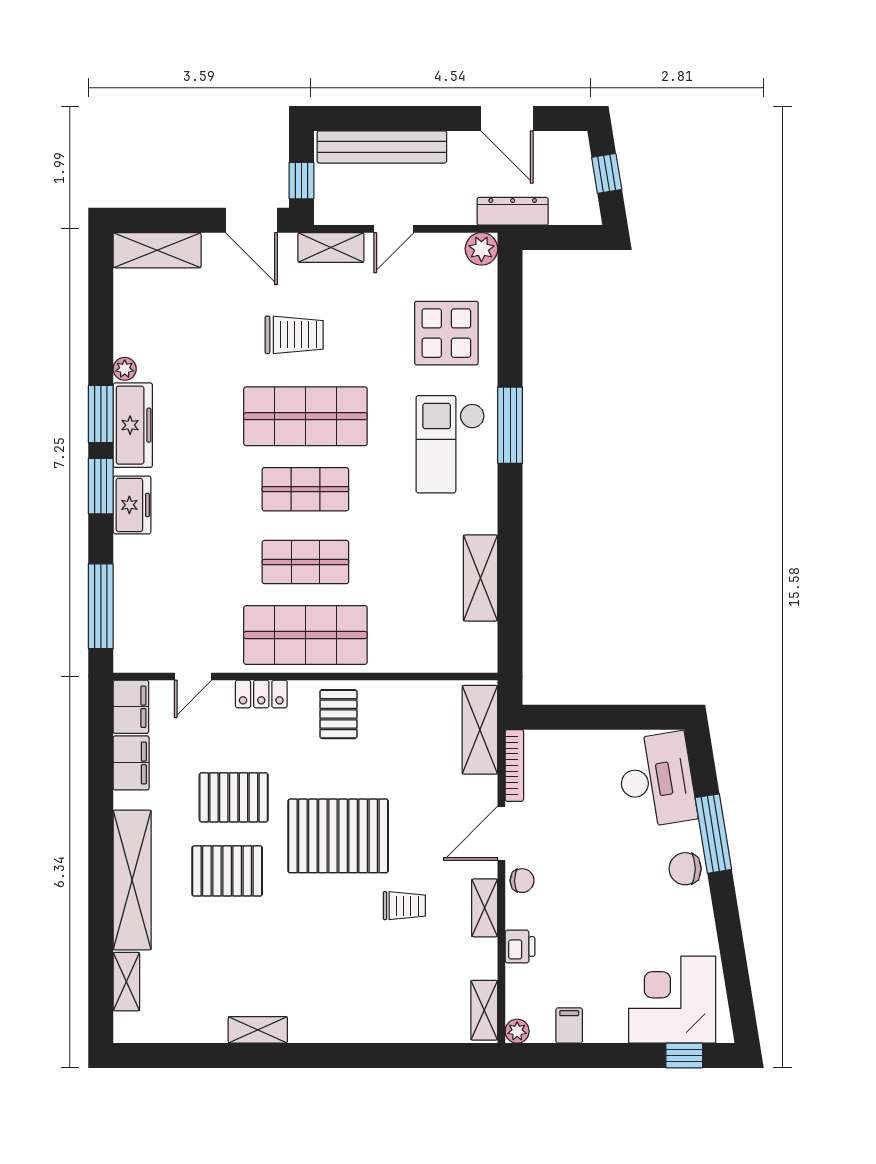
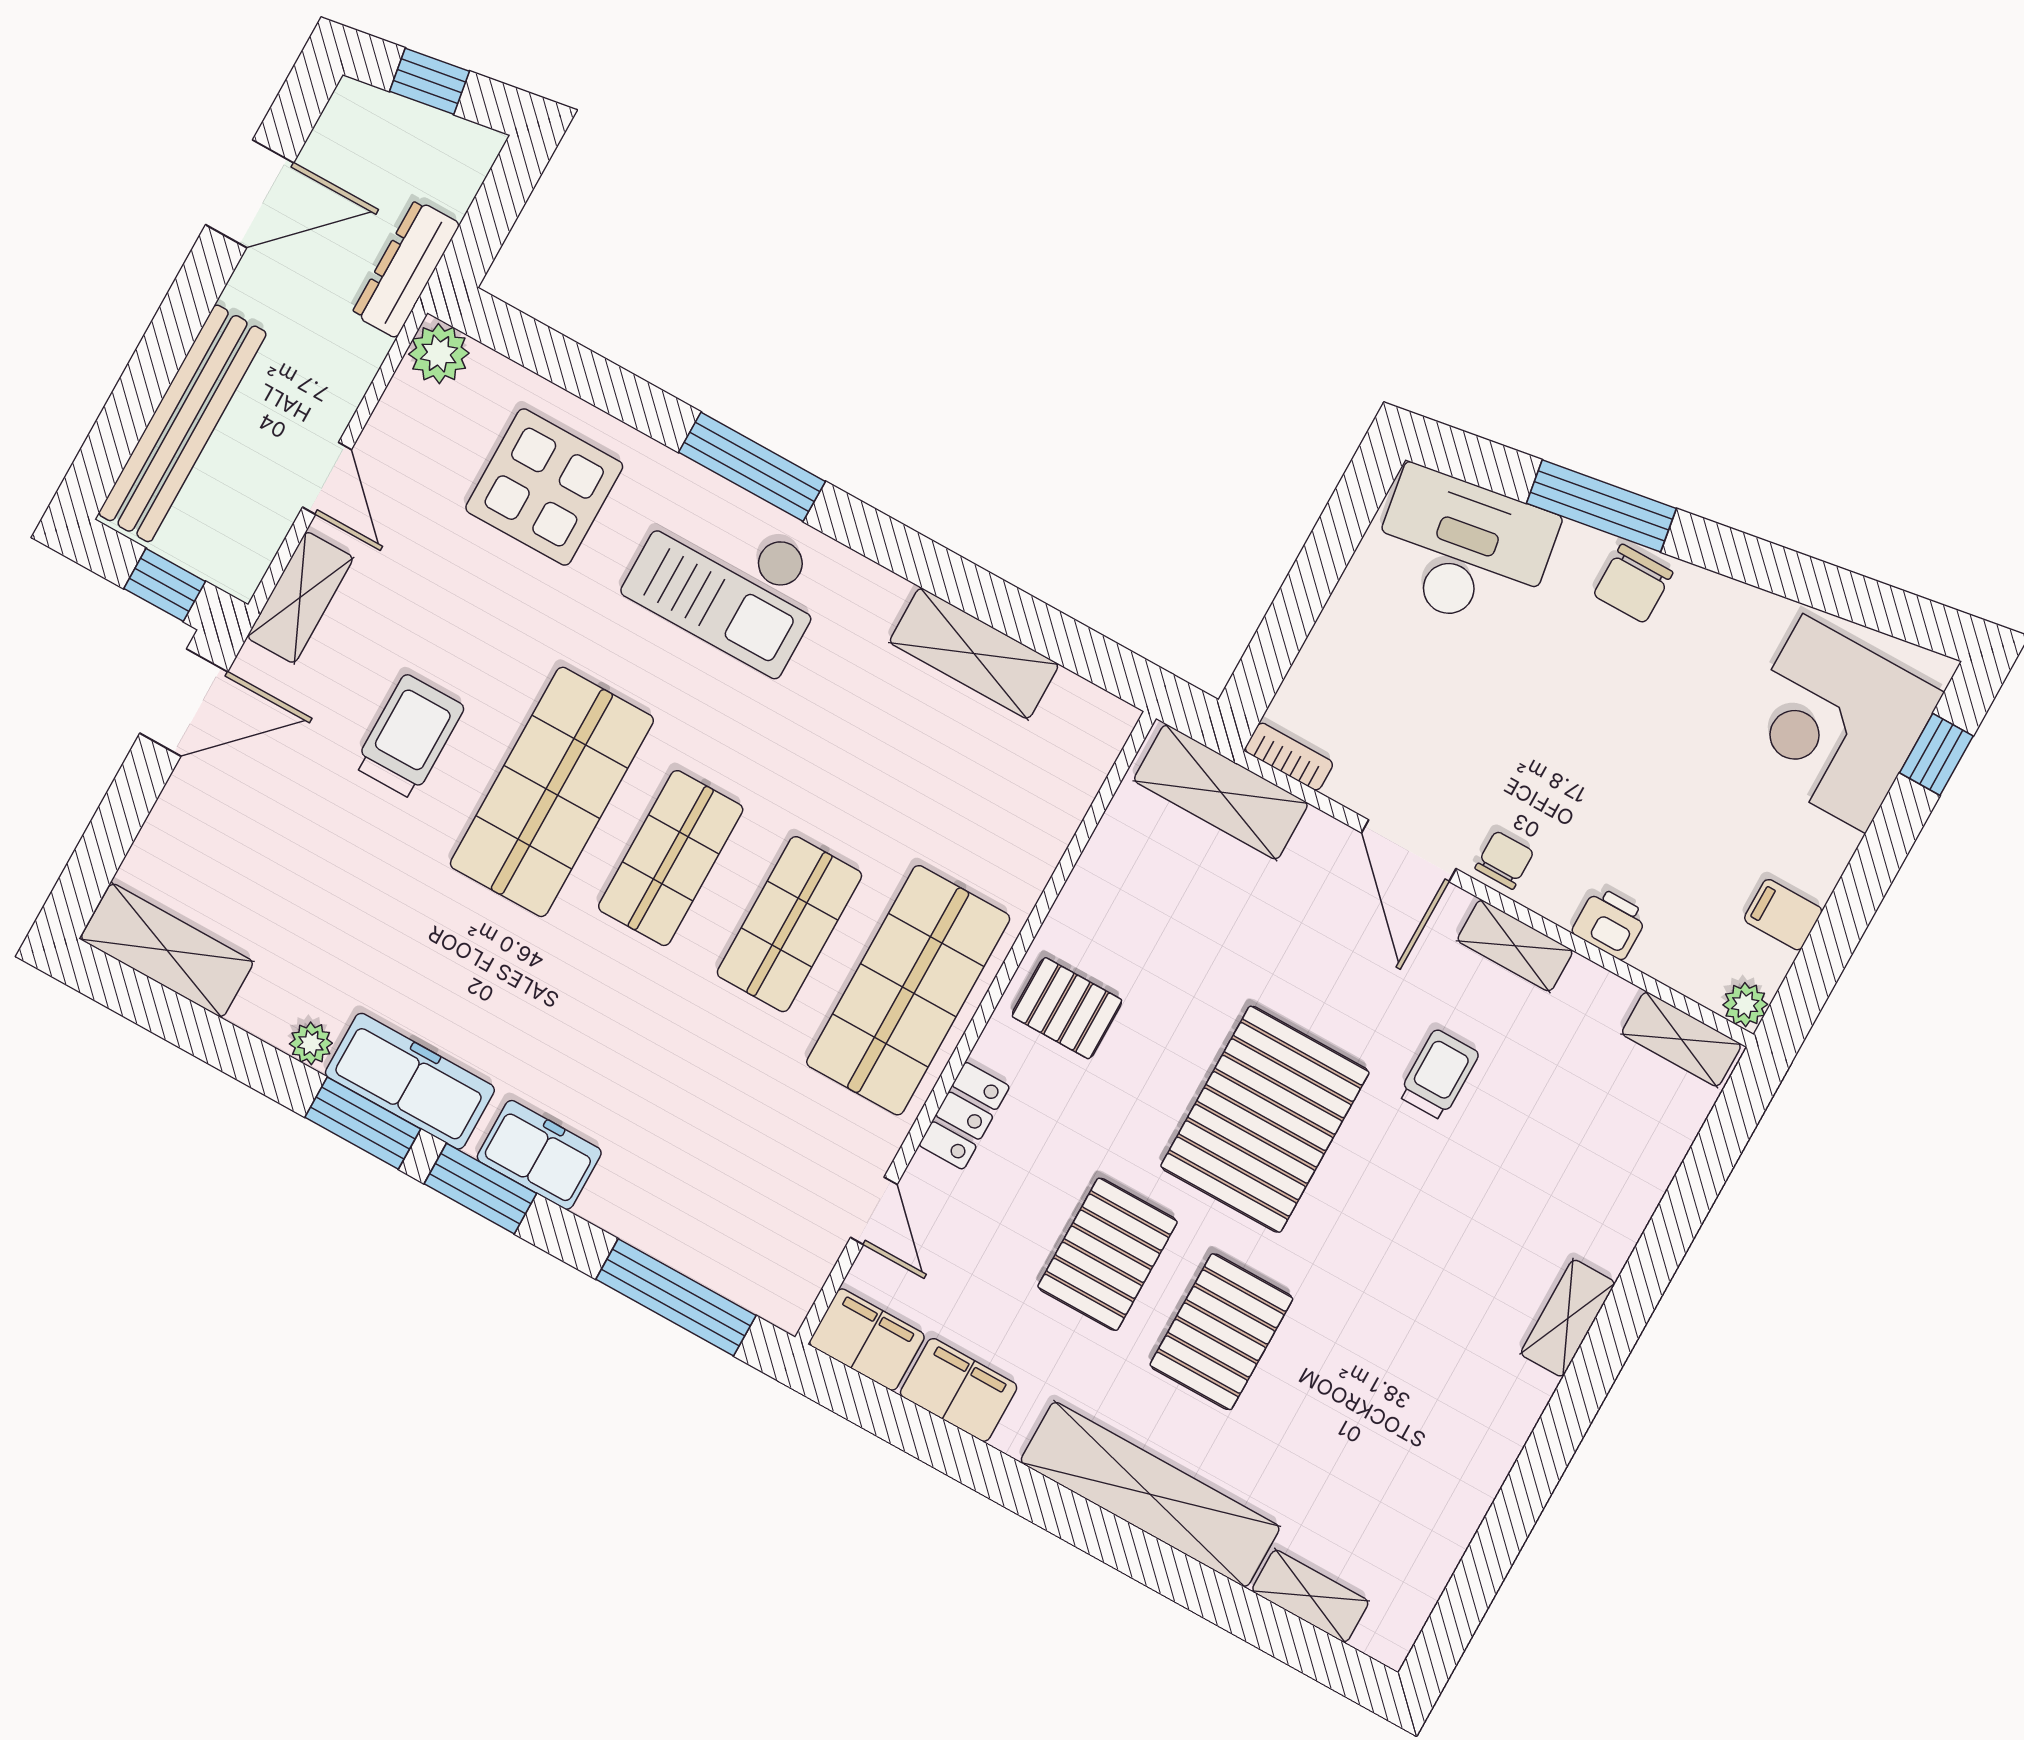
shelving: (157, 250) -> (167, 950), moved, turned 90
bookcase: (514, 765) -> (1289, 757), width x0.64
shelving: (258, 1030) -> (1568, 1318), moved

